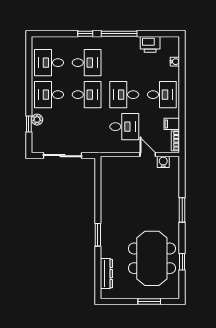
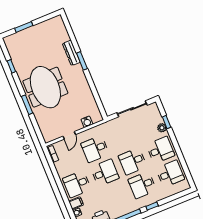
filing cabinet: (172, 124) -> (76, 203), moved
door: (148, 155) -> (69, 135), hinge flipped
water cooler: (163, 162) -> (87, 122), moved
meeting table: (152, 258) -> (45, 87), moved
dresser: (106, 274) -> (71, 53), moved

